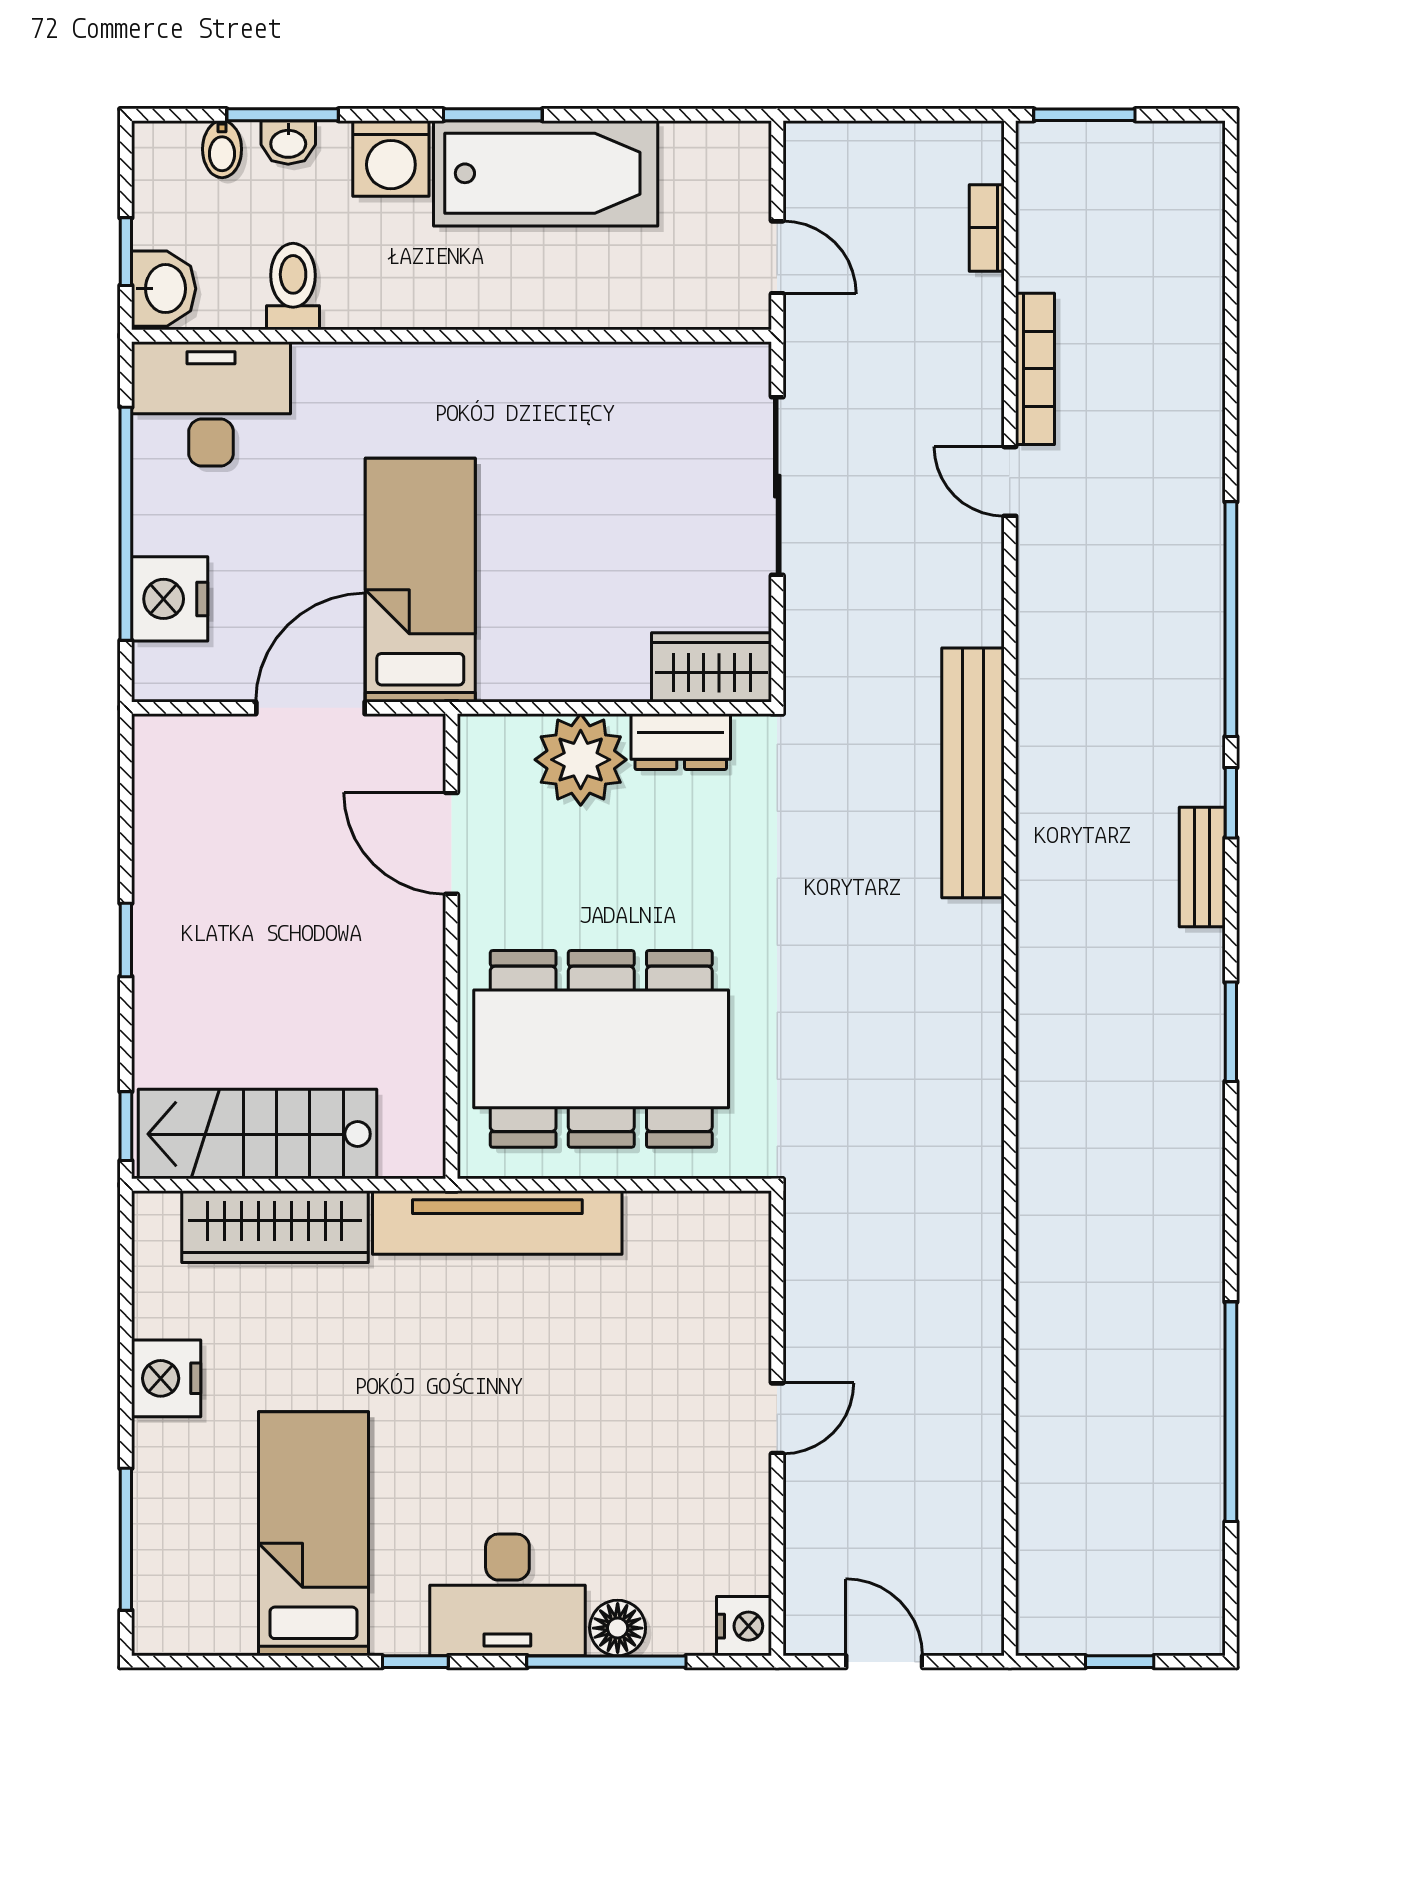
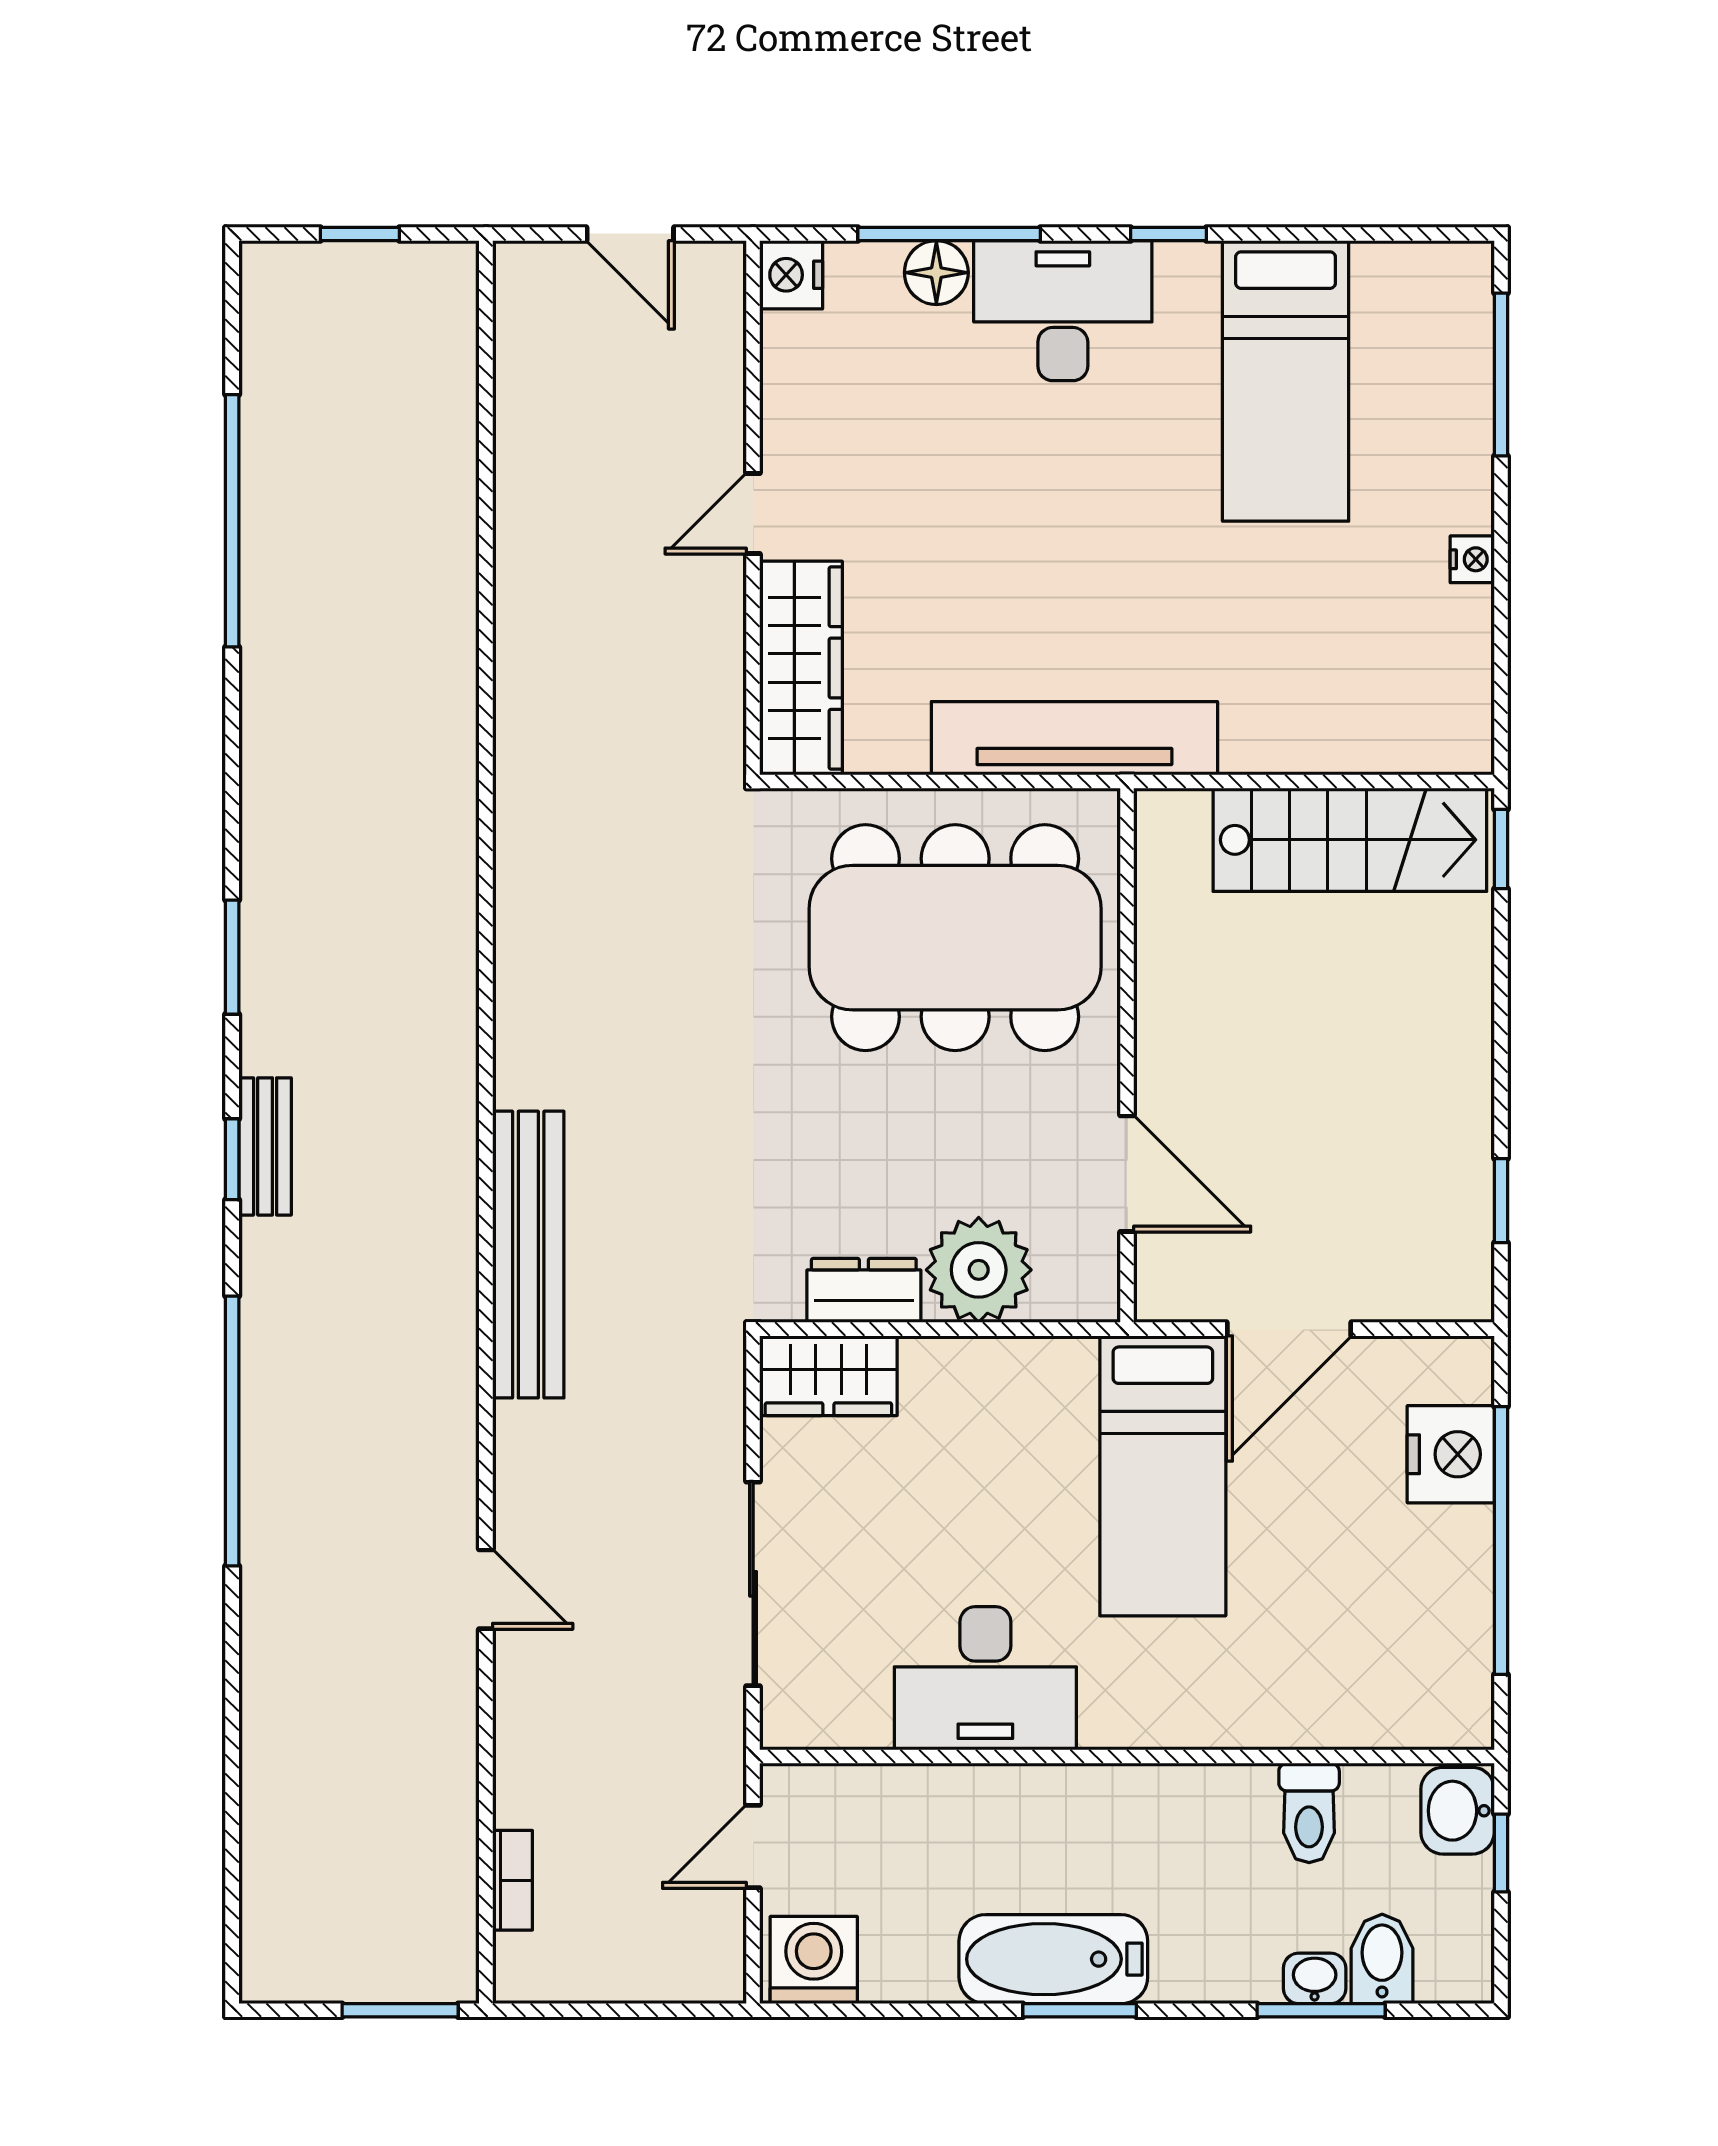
bidet: (222, 149) -> (1382, 1959), width x1.38, depth x1.36
washing machine: (391, 159) -> (814, 1960), moved
bathtub: (546, 173) -> (1053, 1959), width x0.73, depth x0.73
door: (777, 257) -> (753, 1846), hinge flipped
bookcase: (1035, 369) -> (457, 1718), removed
desk: (211, 404) -> (985, 1678), moved
window: (1231, 803) -> (232, 1159), moved
window: (126, 940) -> (1501, 1201), moved
wardrobe: (275, 1227) -> (801, 668), moved, turned 90
nightstand: (166, 1378) -> (1472, 559), width x0.53, depth x0.56

